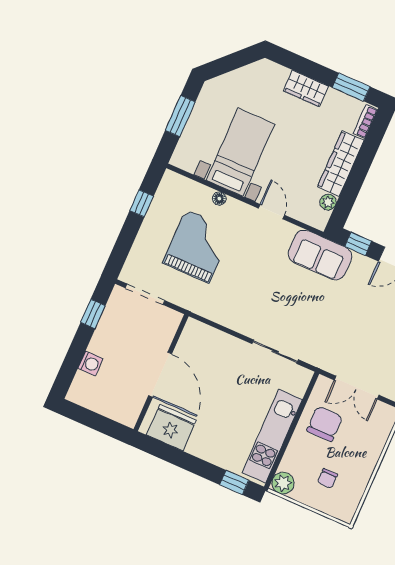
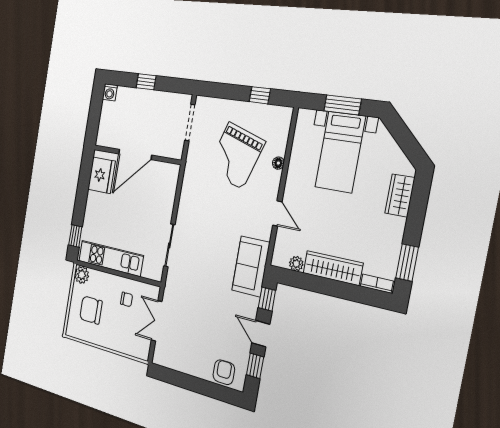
wardrobe: (306, 88) -> (400, 195), moved
bed with nightstands: (240, 152) -> (340, 152), moved, turned 90
door: (271, 212) -> (277, 213), hinge flipped
grand piano: (198, 246) -> (236, 156), turned 108
window: (93, 314) -> (146, 82), moved
washing machine: (90, 363) -> (110, 92), moved
chair: (325, 424) -> (127, 299), width x0.54, depth x0.54
chair: (327, 478) -> (91, 310), width x1.87, depth x1.87

